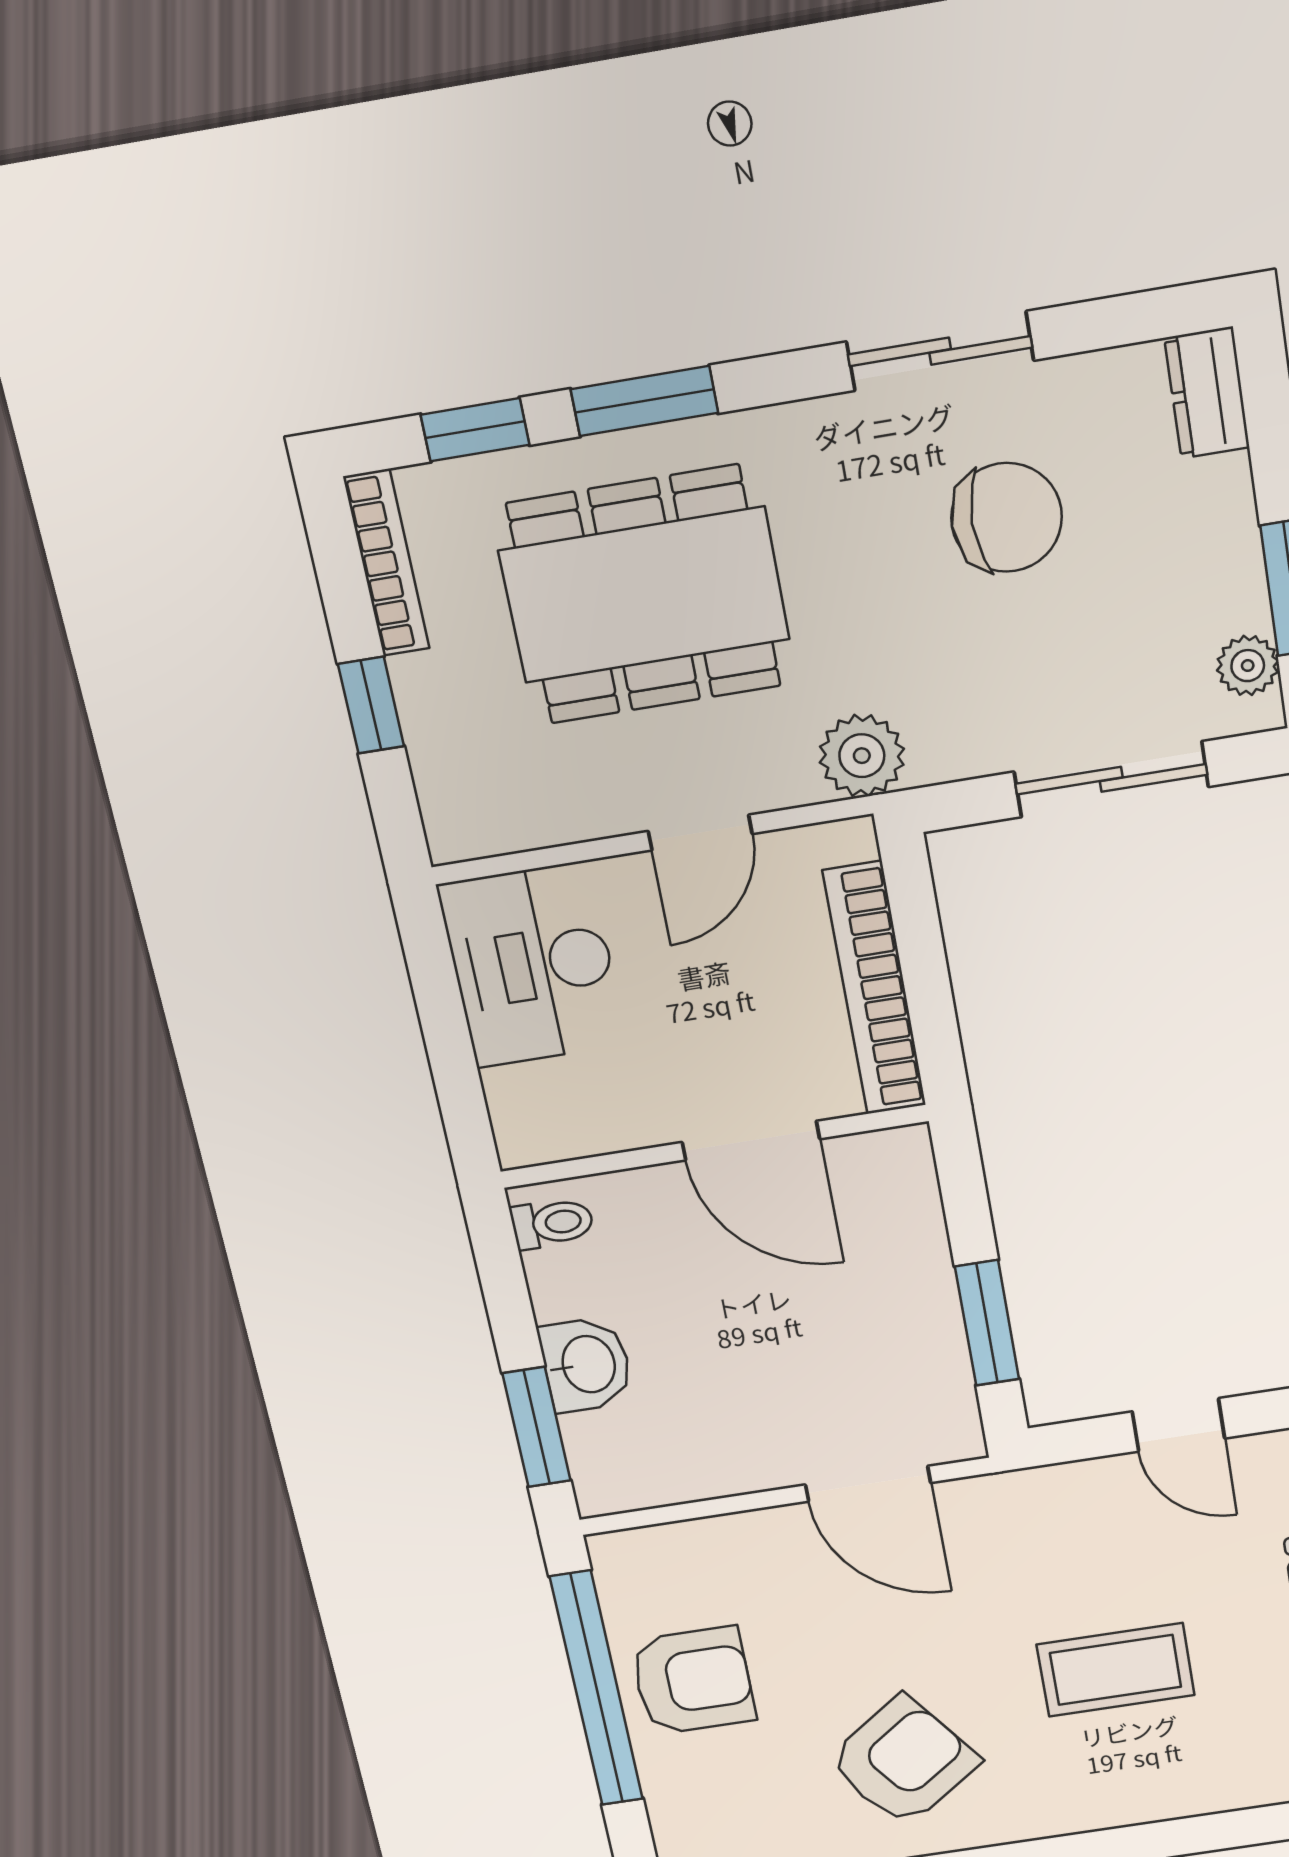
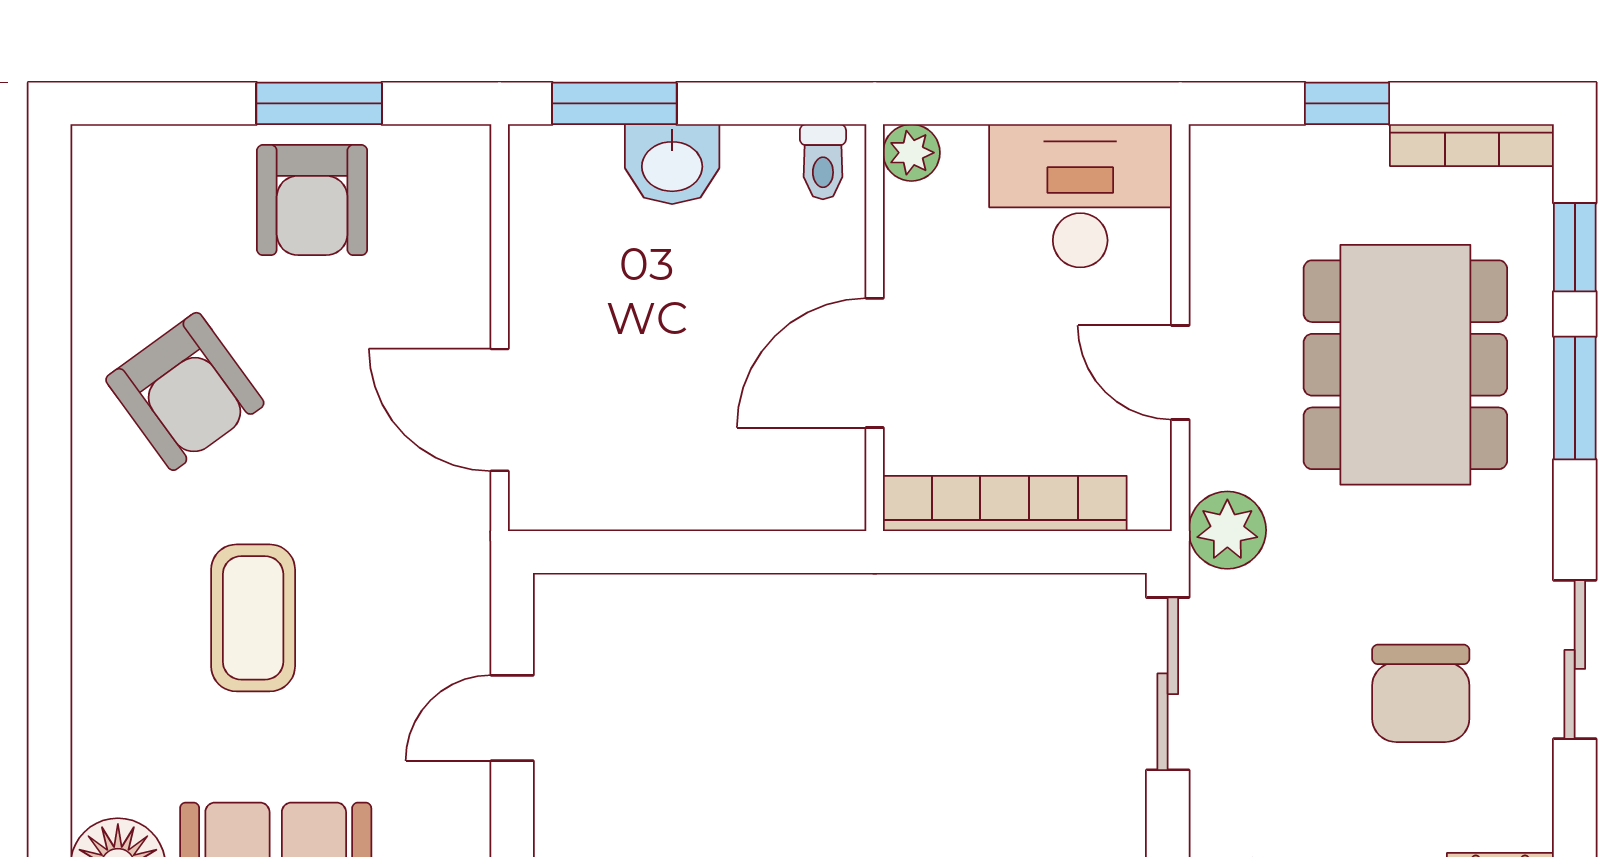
sliding door: (1111, 779) -> (1168, 684), moved
plant: (524, 1140) -> (911, 153), added
window: (987, 1323) -> (651, 552), removed
door: (868, 1484) -> (500, 410), hinge flipped
window: (597, 1689) -> (319, 103), width x0.47

